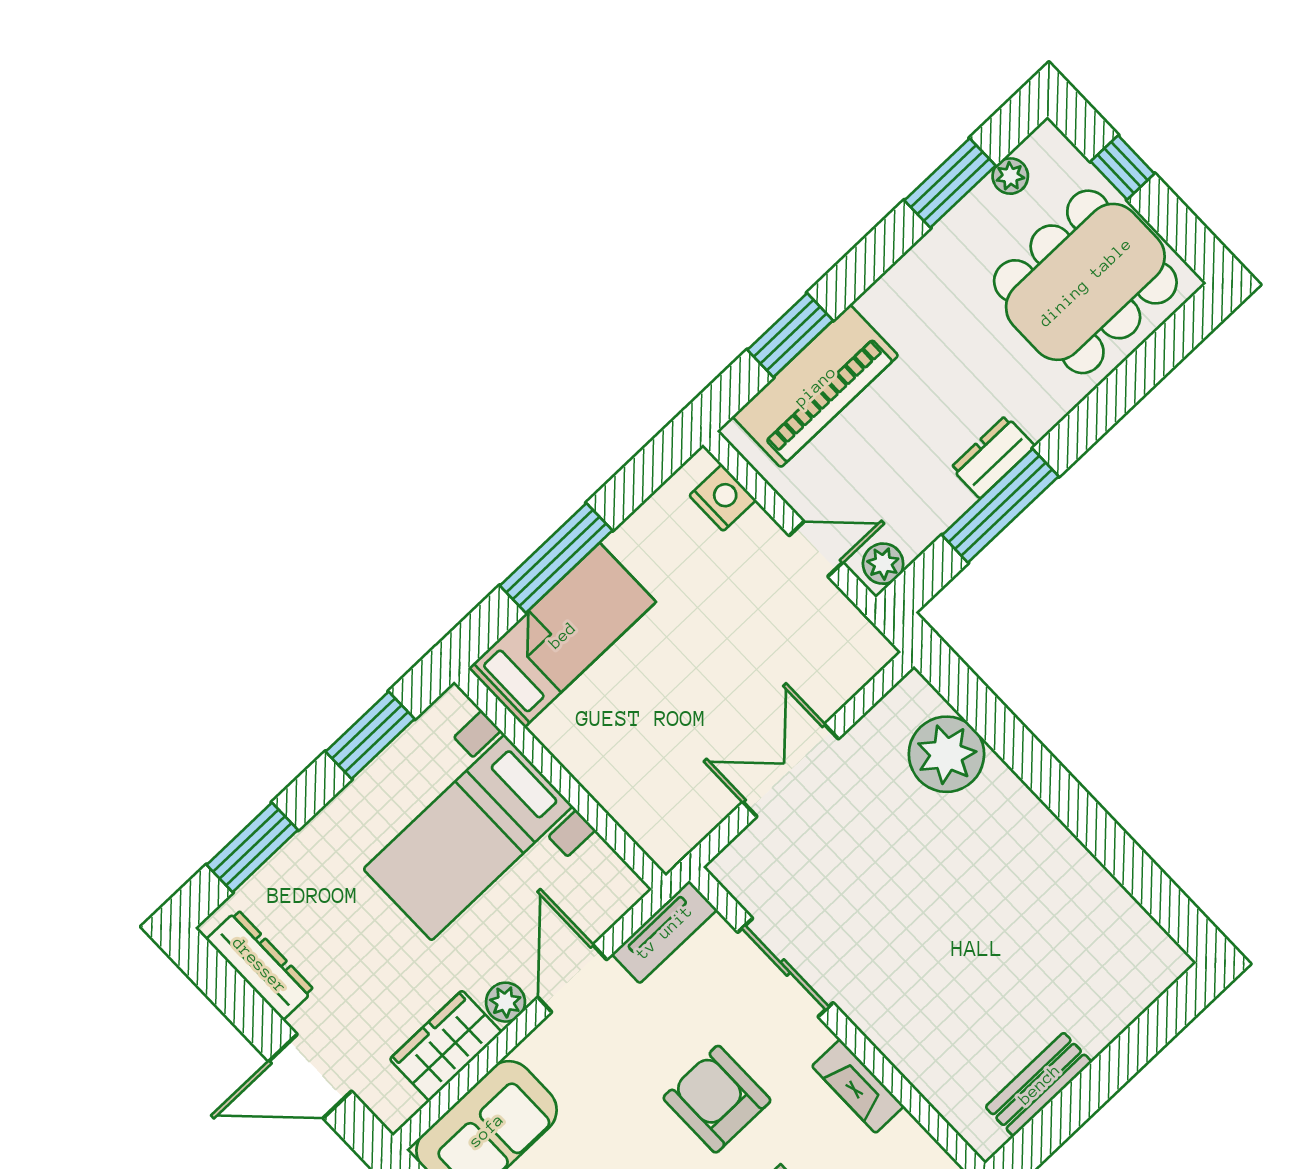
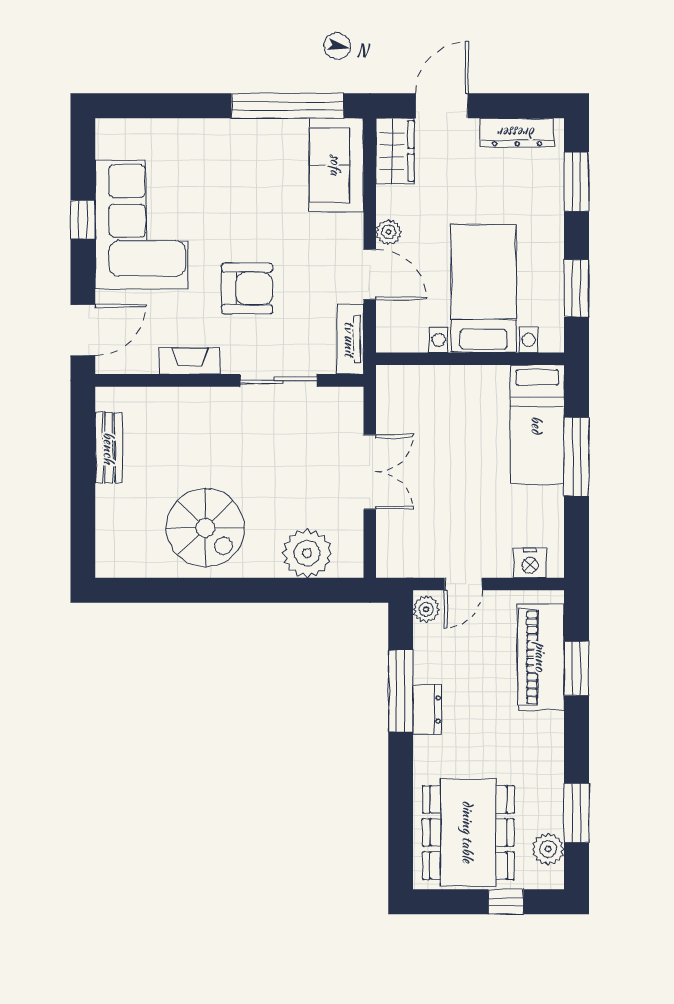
plant: (1010, 176) -> (548, 849), width x1.38, depth x1.38
spiral stairs: (1025, 893) -> (205, 528), added
wardrobe: (446, 1046) -> (395, 151), moved

